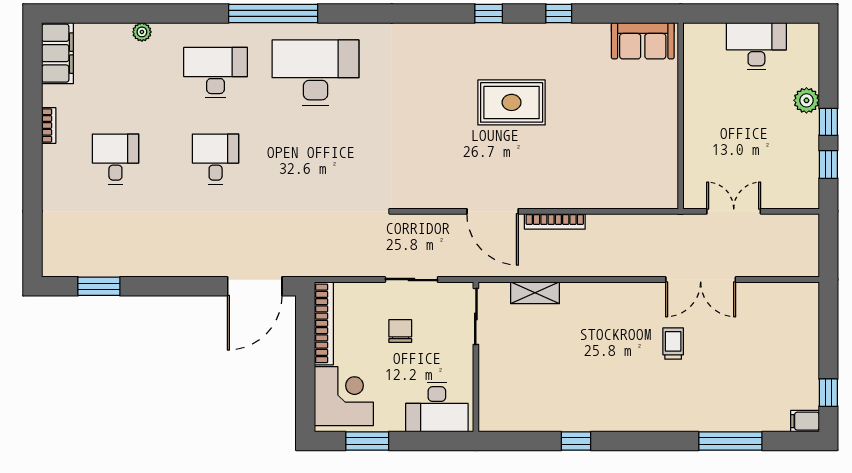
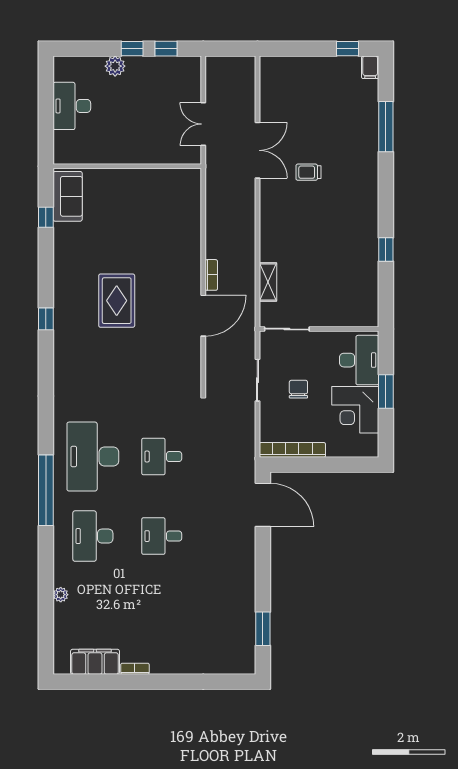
window: (559, 13) -> (46, 217), moved
filing cabinet: (57, 53) -> (95, 662), moved
desk: (115, 159) -> (162, 457), moved
bookcase: (555, 221) -> (211, 275), width x0.64
chair: (400, 331) -> (298, 389), turned 90
corner desk: (344, 396) -> (355, 410), moved, turned -90
window: (367, 441) -> (386, 392), moved

